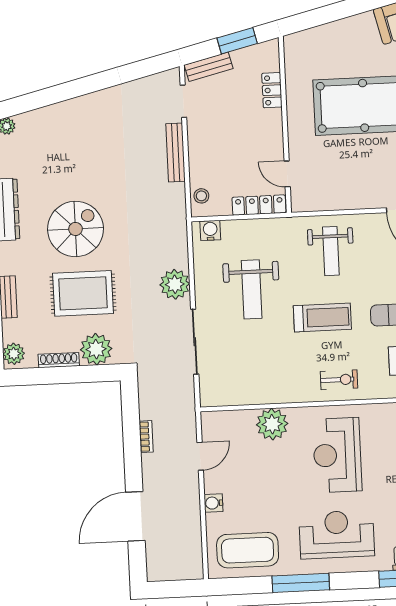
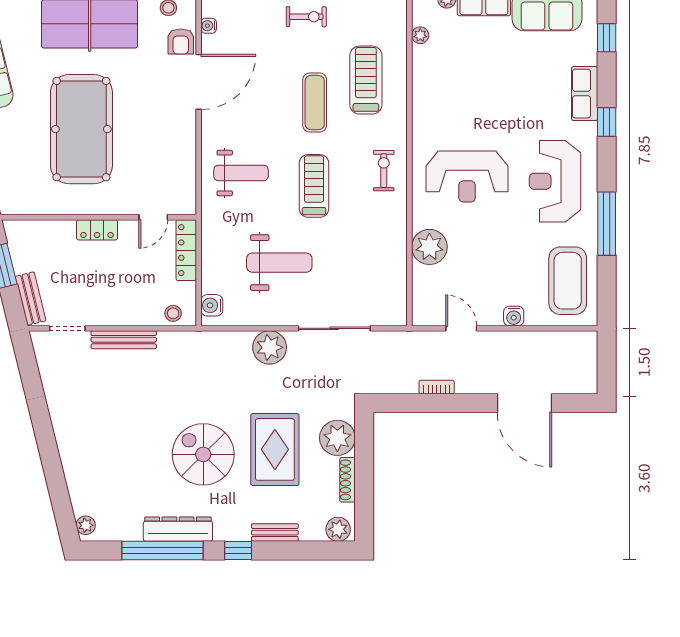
locker: (272, 90) -> (97, 230), moved

